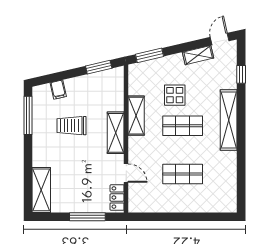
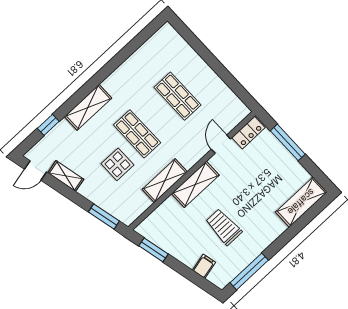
shelving: (229, 120) -> (88, 107), width x0.68
trolley: (72, 126) -> (224, 227), turned 180

